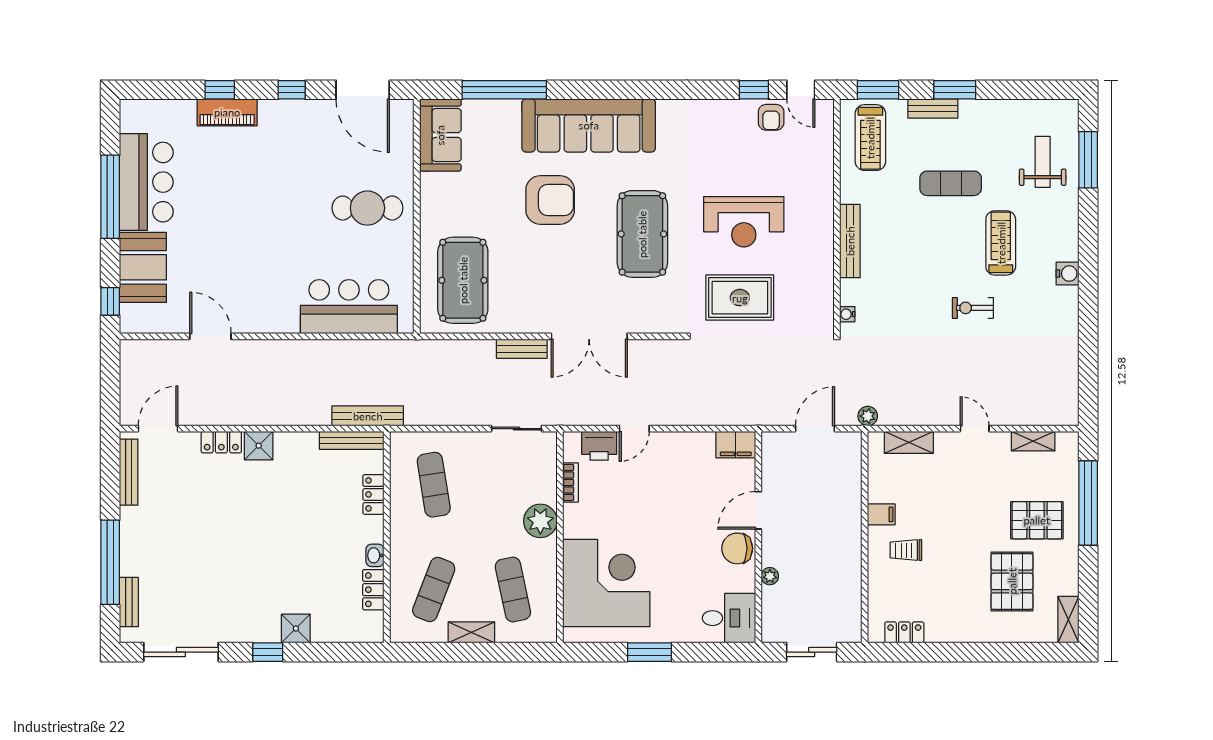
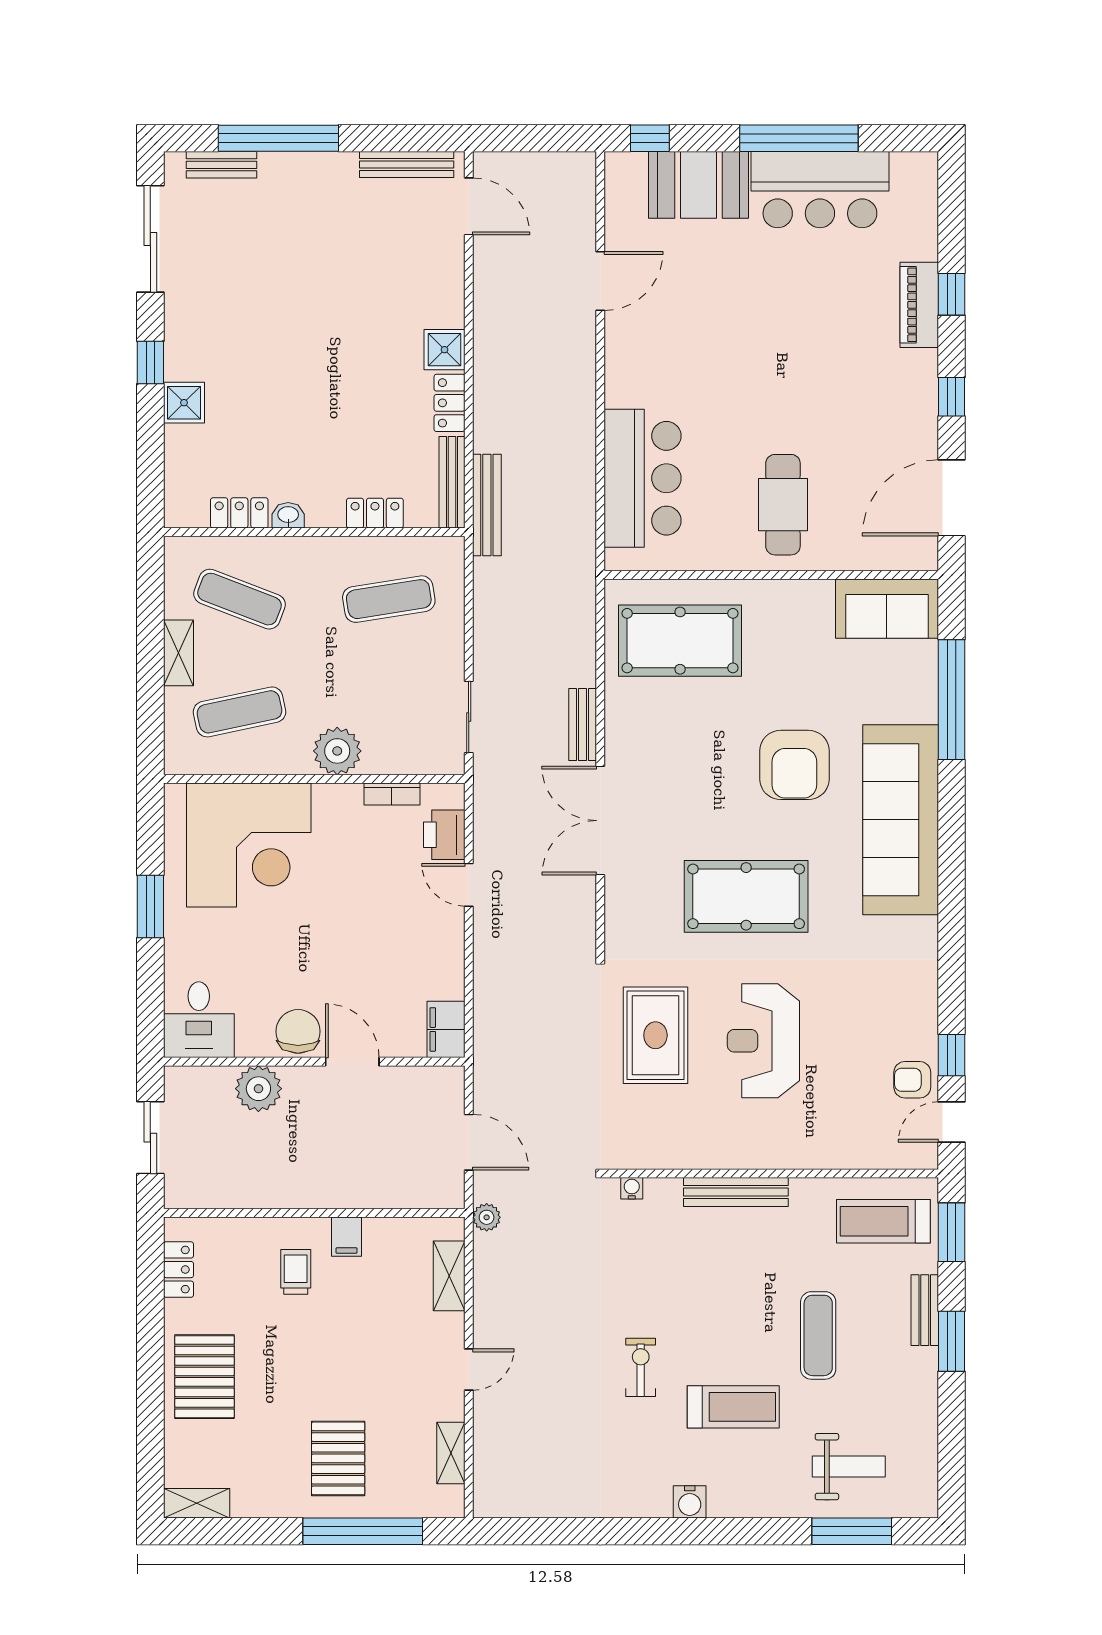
locker: (221, 442) -> (449, 403), moved
plant: (770, 576) -> (258, 1089), width x1.87, depth x1.87
pallet: (1012, 581) -> (204, 1377), moved, turned 90

